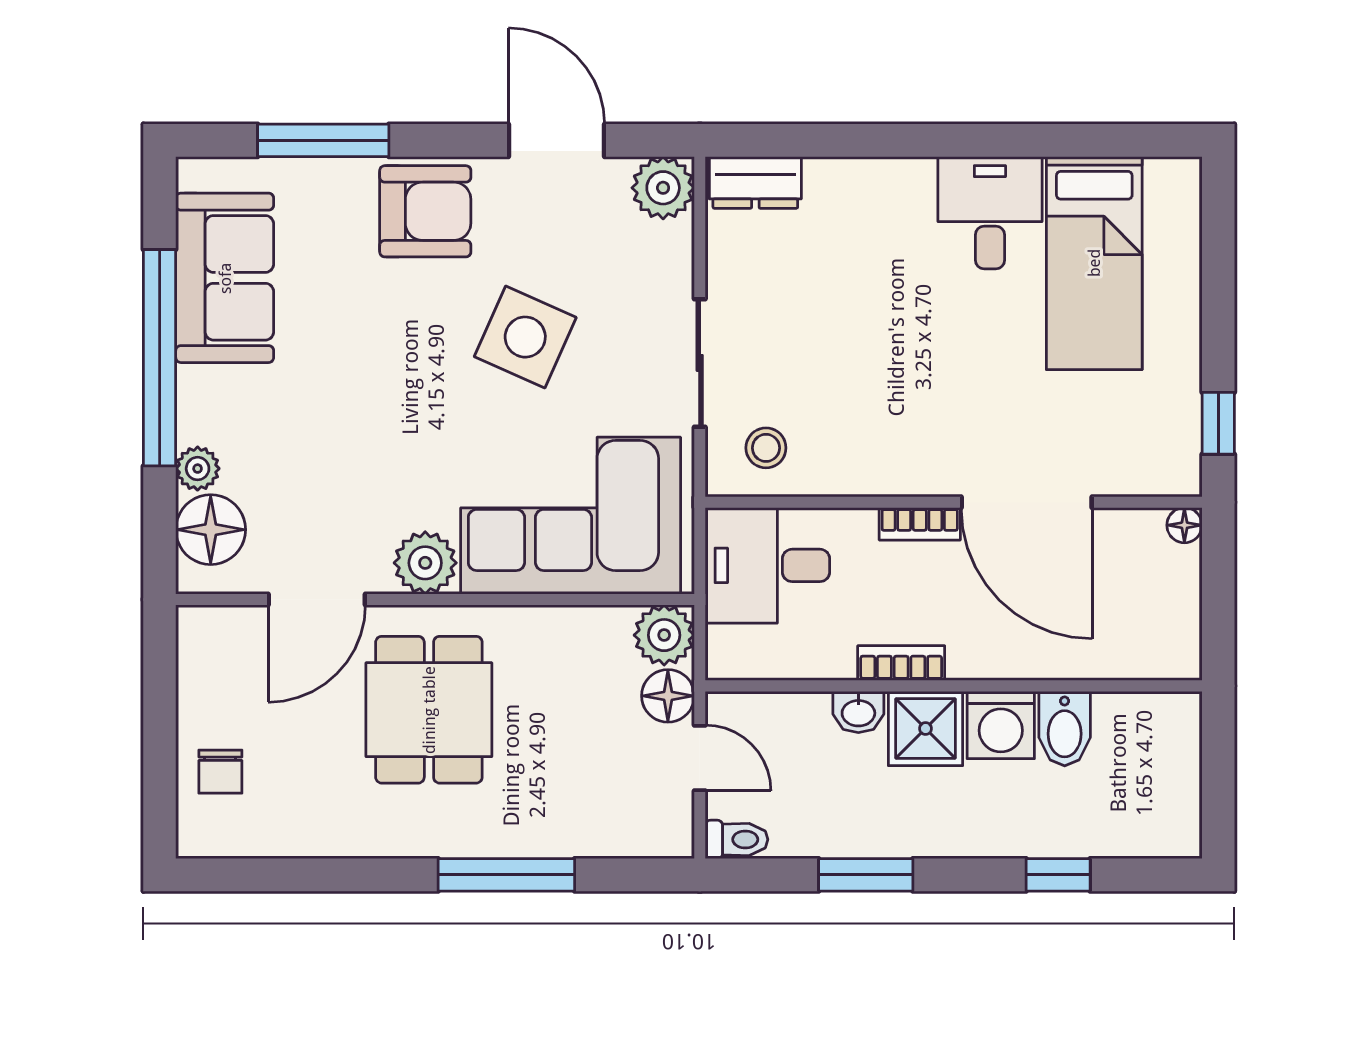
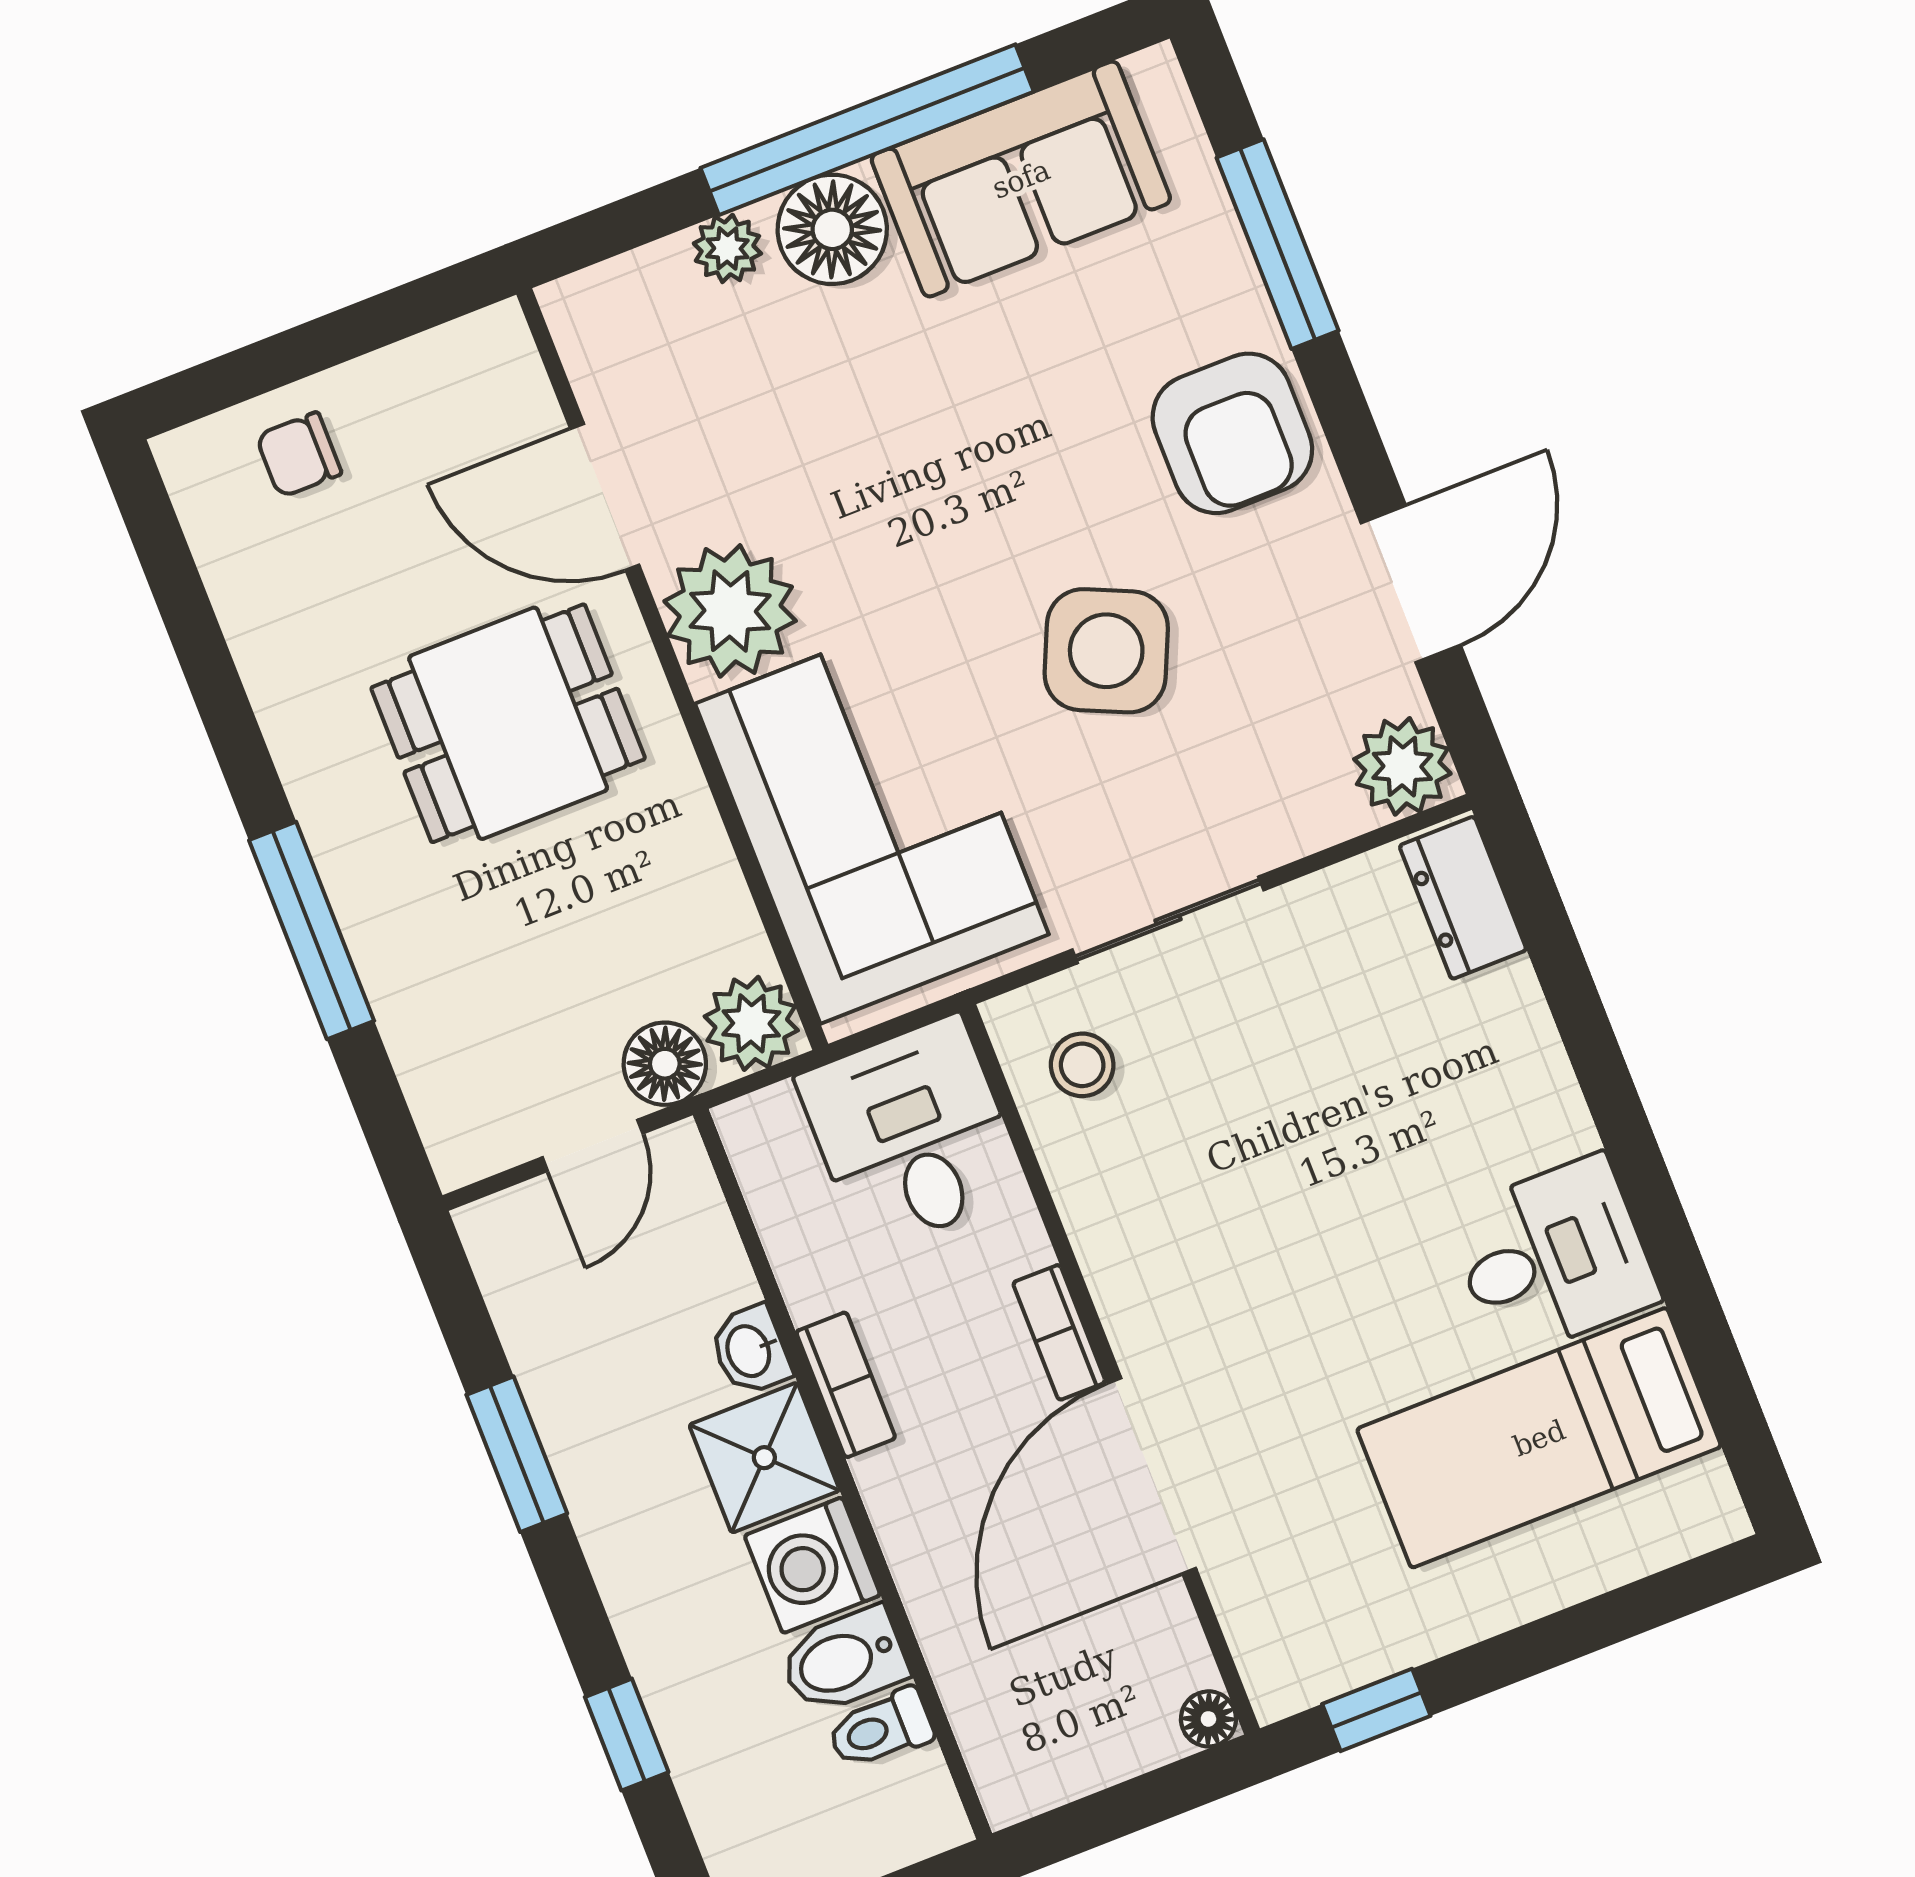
floor lamp: (211, 530) -> (832, 229), moved
plant: (425, 563) -> (730, 611), width x1.36, depth x1.36
toilet: (736, 839) -> (880, 1729), moved, turned 90

